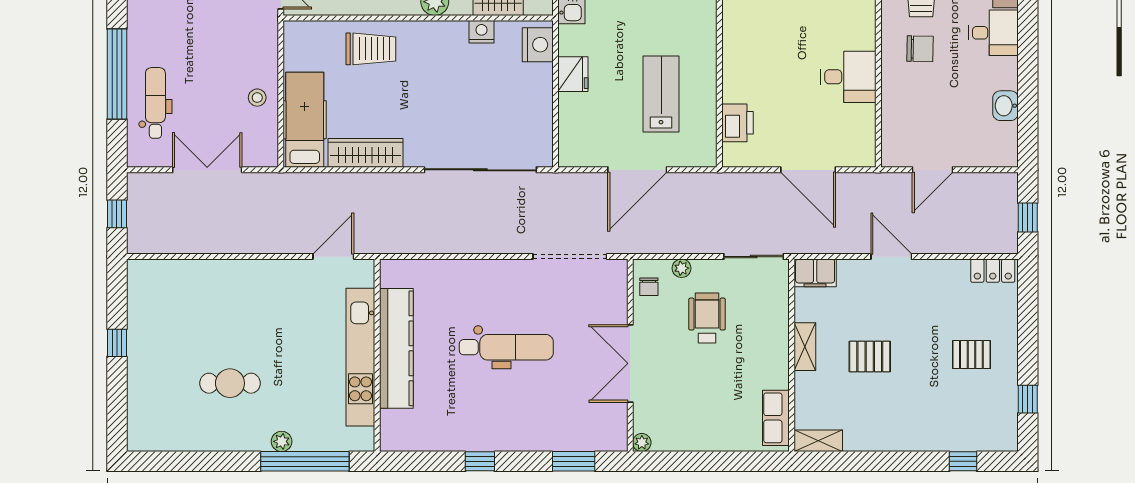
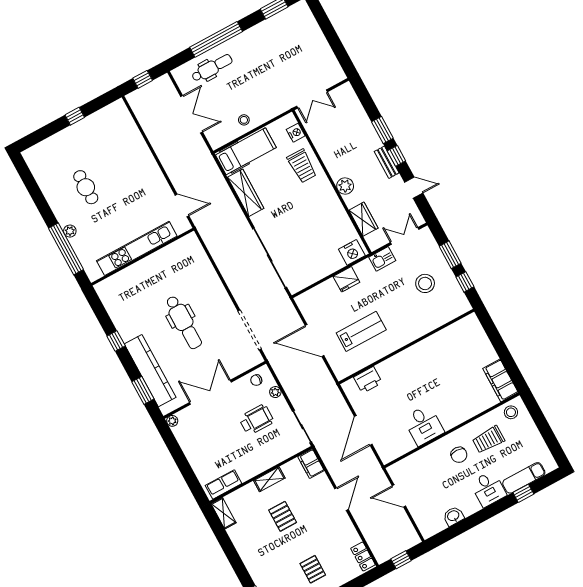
nightstand: (481, 32) -> (296, 133), moved
kitchen counter: (396, 348) -> (150, 371), moved, turned -90

